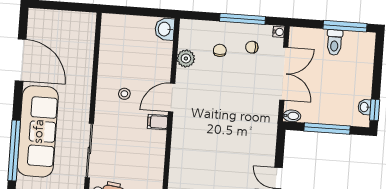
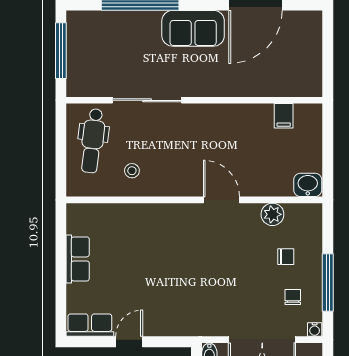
stool: (124, 94) -> (132, 171), moved
filing cabinet: (158, 122) -> (284, 116), moved, turned 180
sofa: (38, 131) -> (193, 28), width x0.54, depth x0.79

